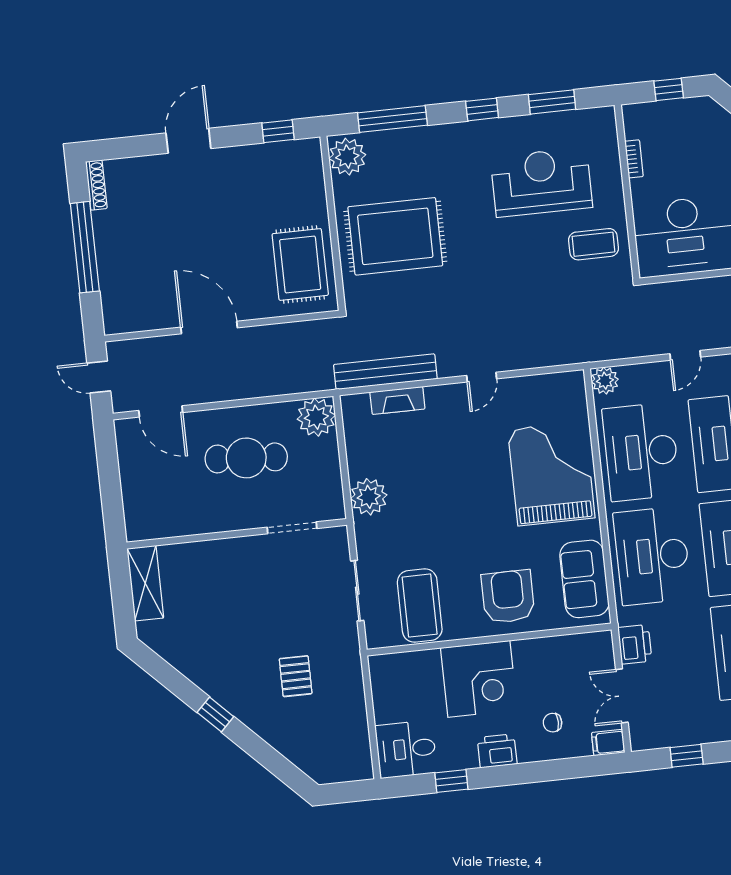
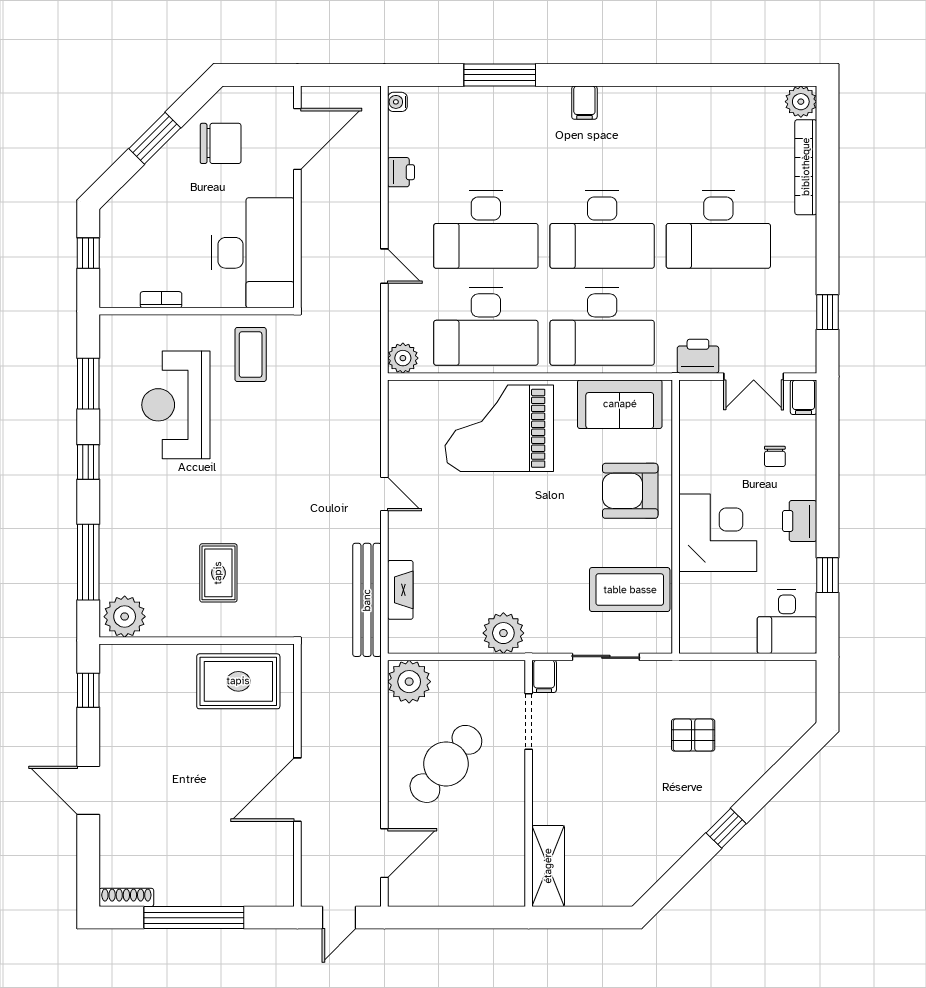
rug: (395, 236) -> (218, 573), width x0.54, depth x0.49
cafe table: (246, 458) -> (446, 764), turned 37
filing cabinet: (334, 537) -> (544, 676), added
shelving: (145, 583) -> (548, 866), moved, turned 90

